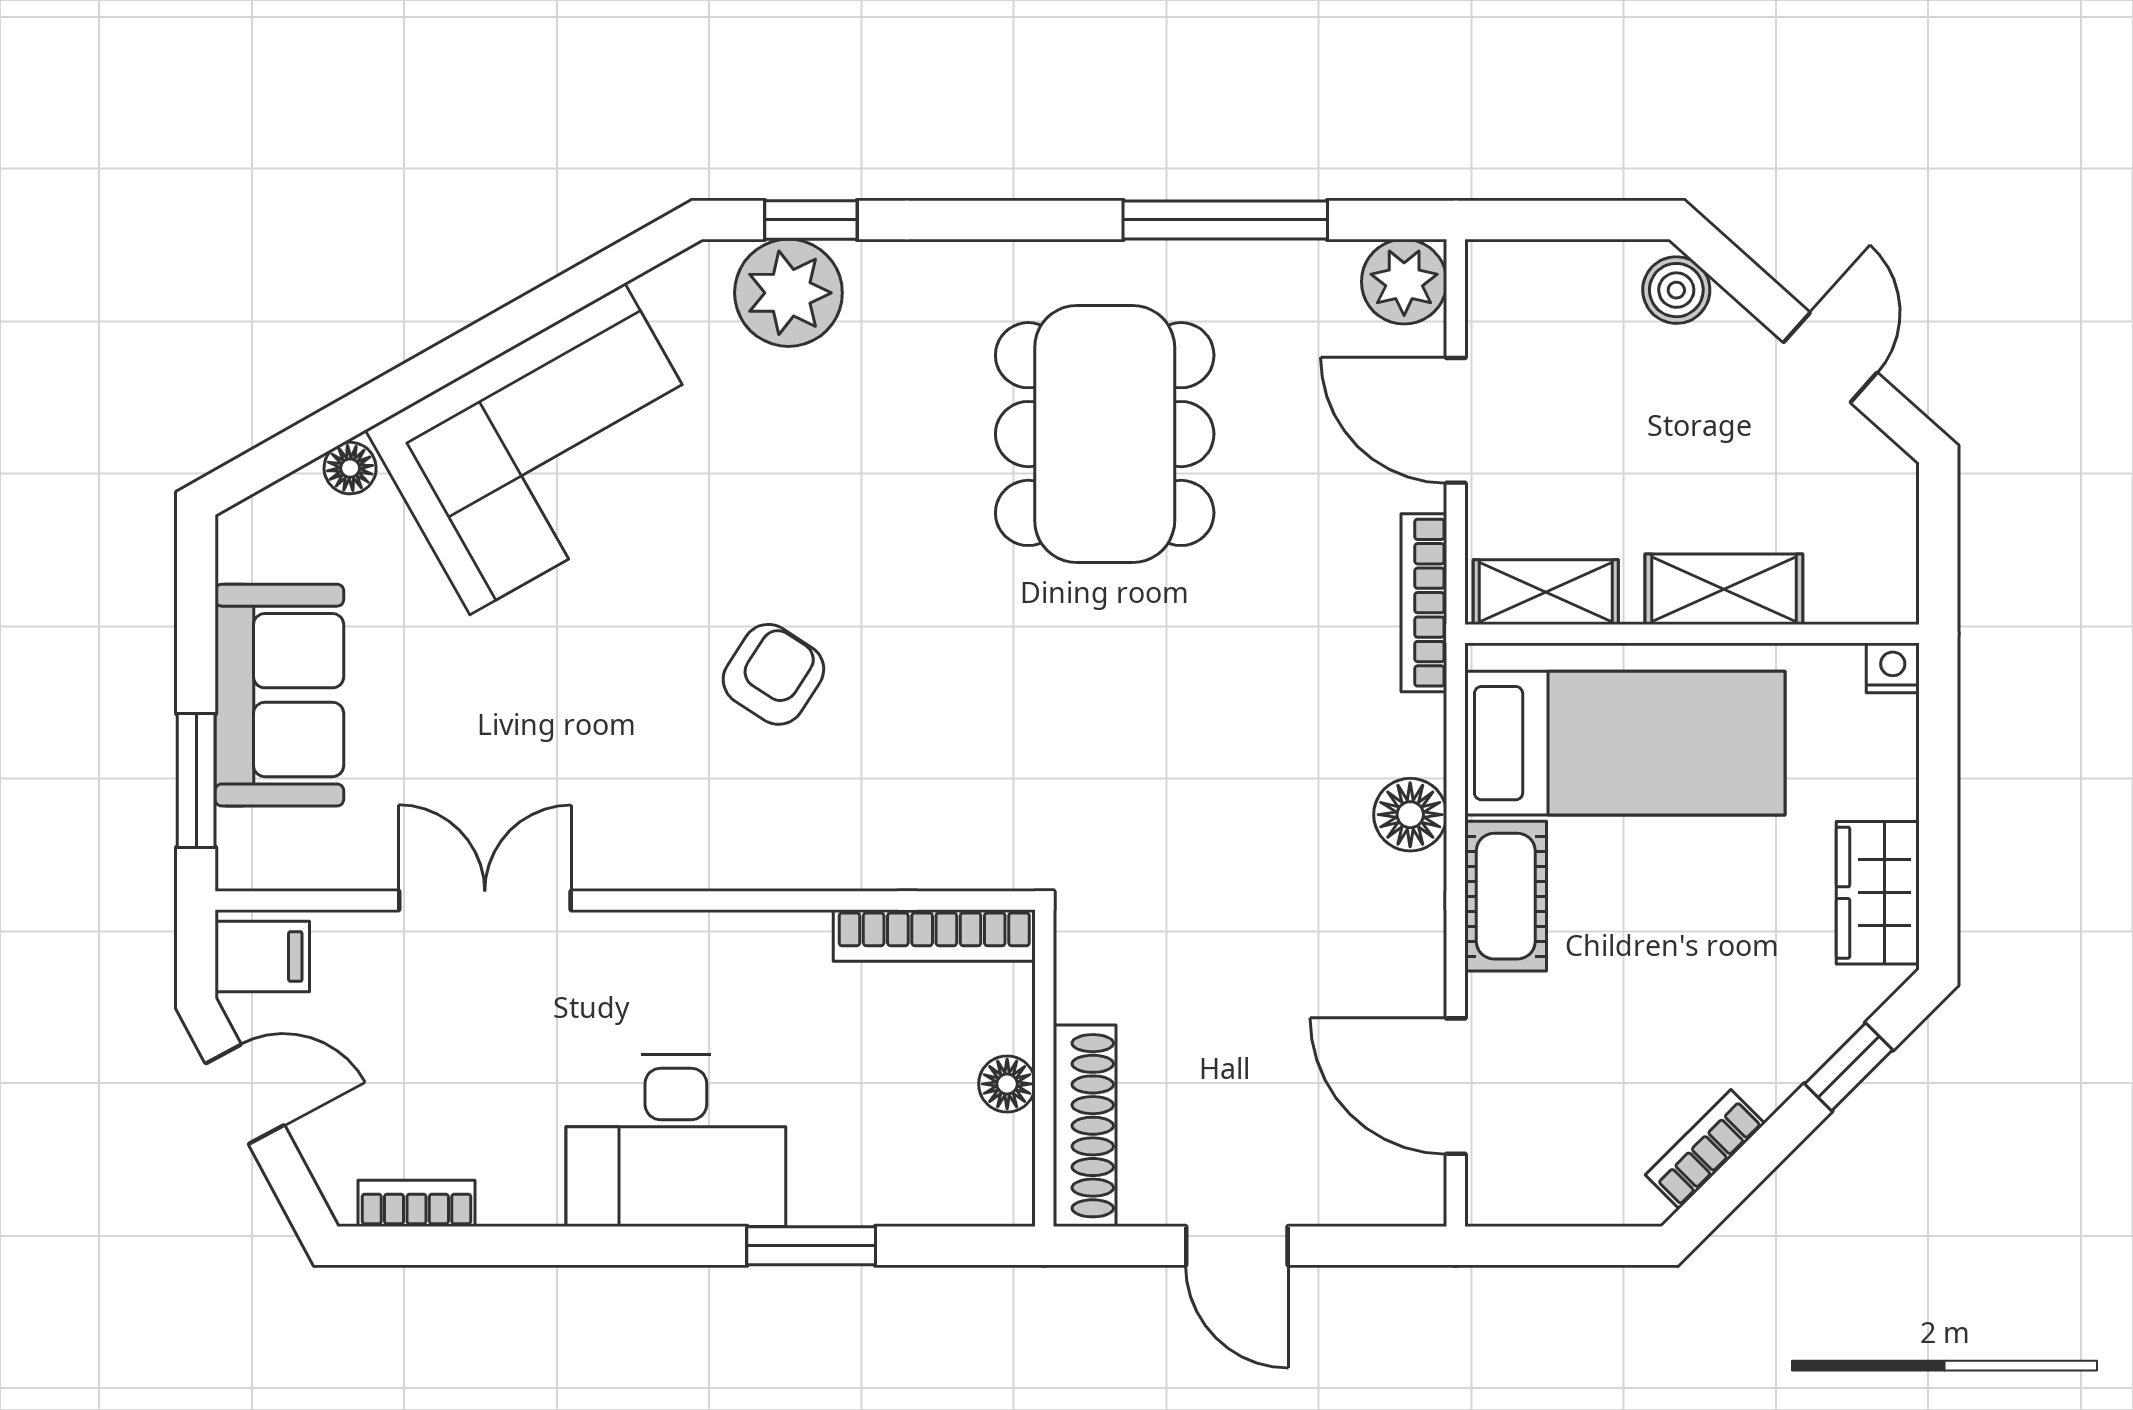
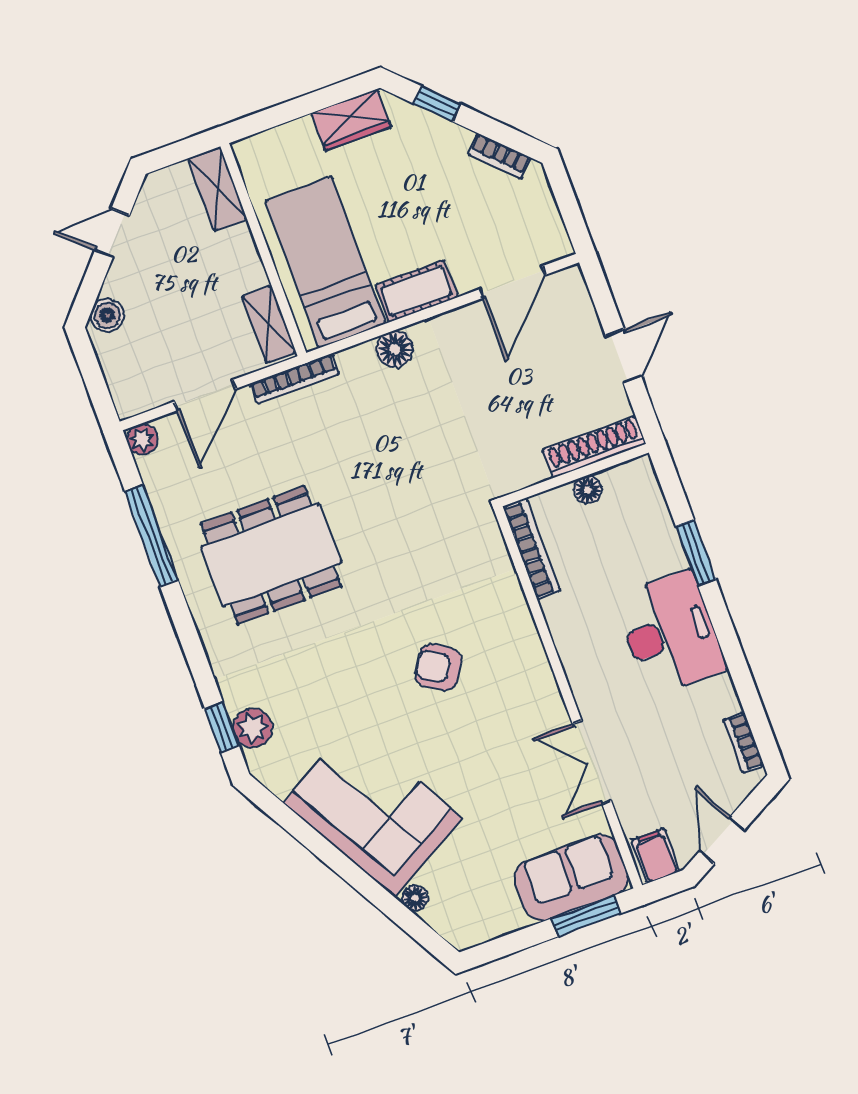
plant: (1404, 282) -> (142, 439), width x0.73, depth x0.73
plant: (788, 293) -> (253, 728), width x0.73, depth x0.73
shelving: (1724, 589) -> (218, 189), moved
nightstand: (1893, 668) -> (245, 151), removed
sofa: (279, 695) -> (571, 878), moved

